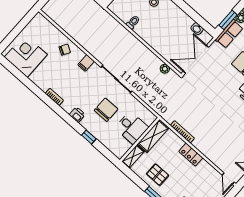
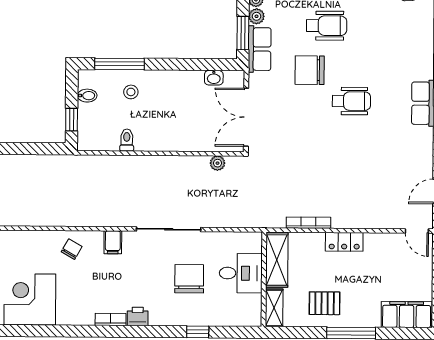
printer: (77, 115) -> (138, 316), moved

